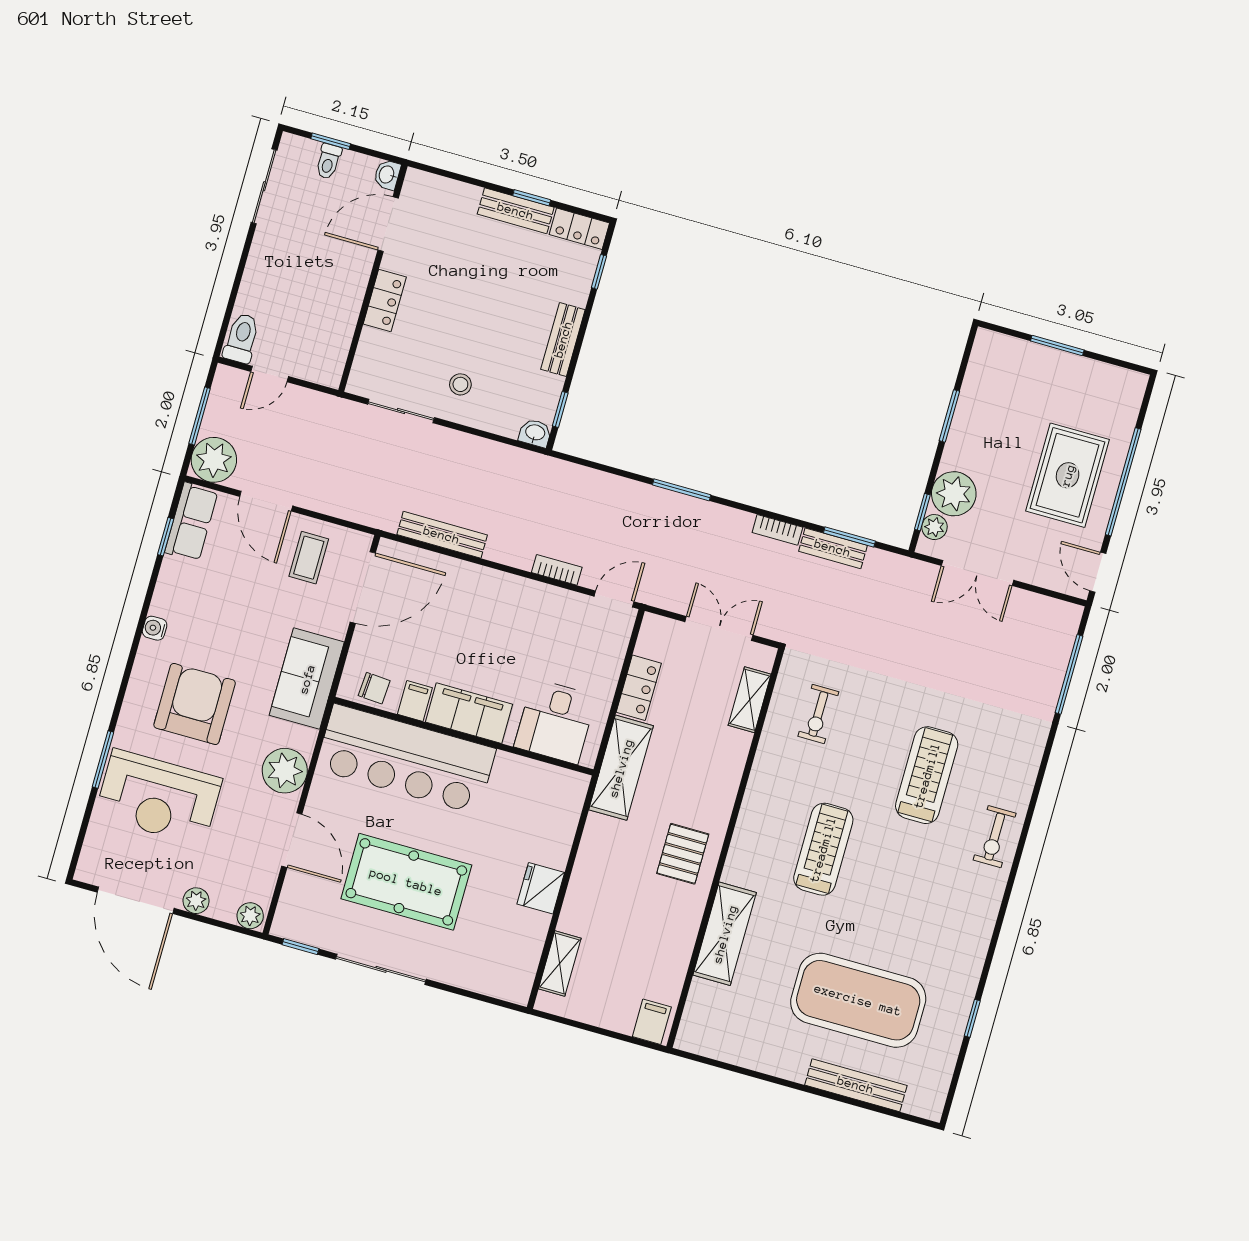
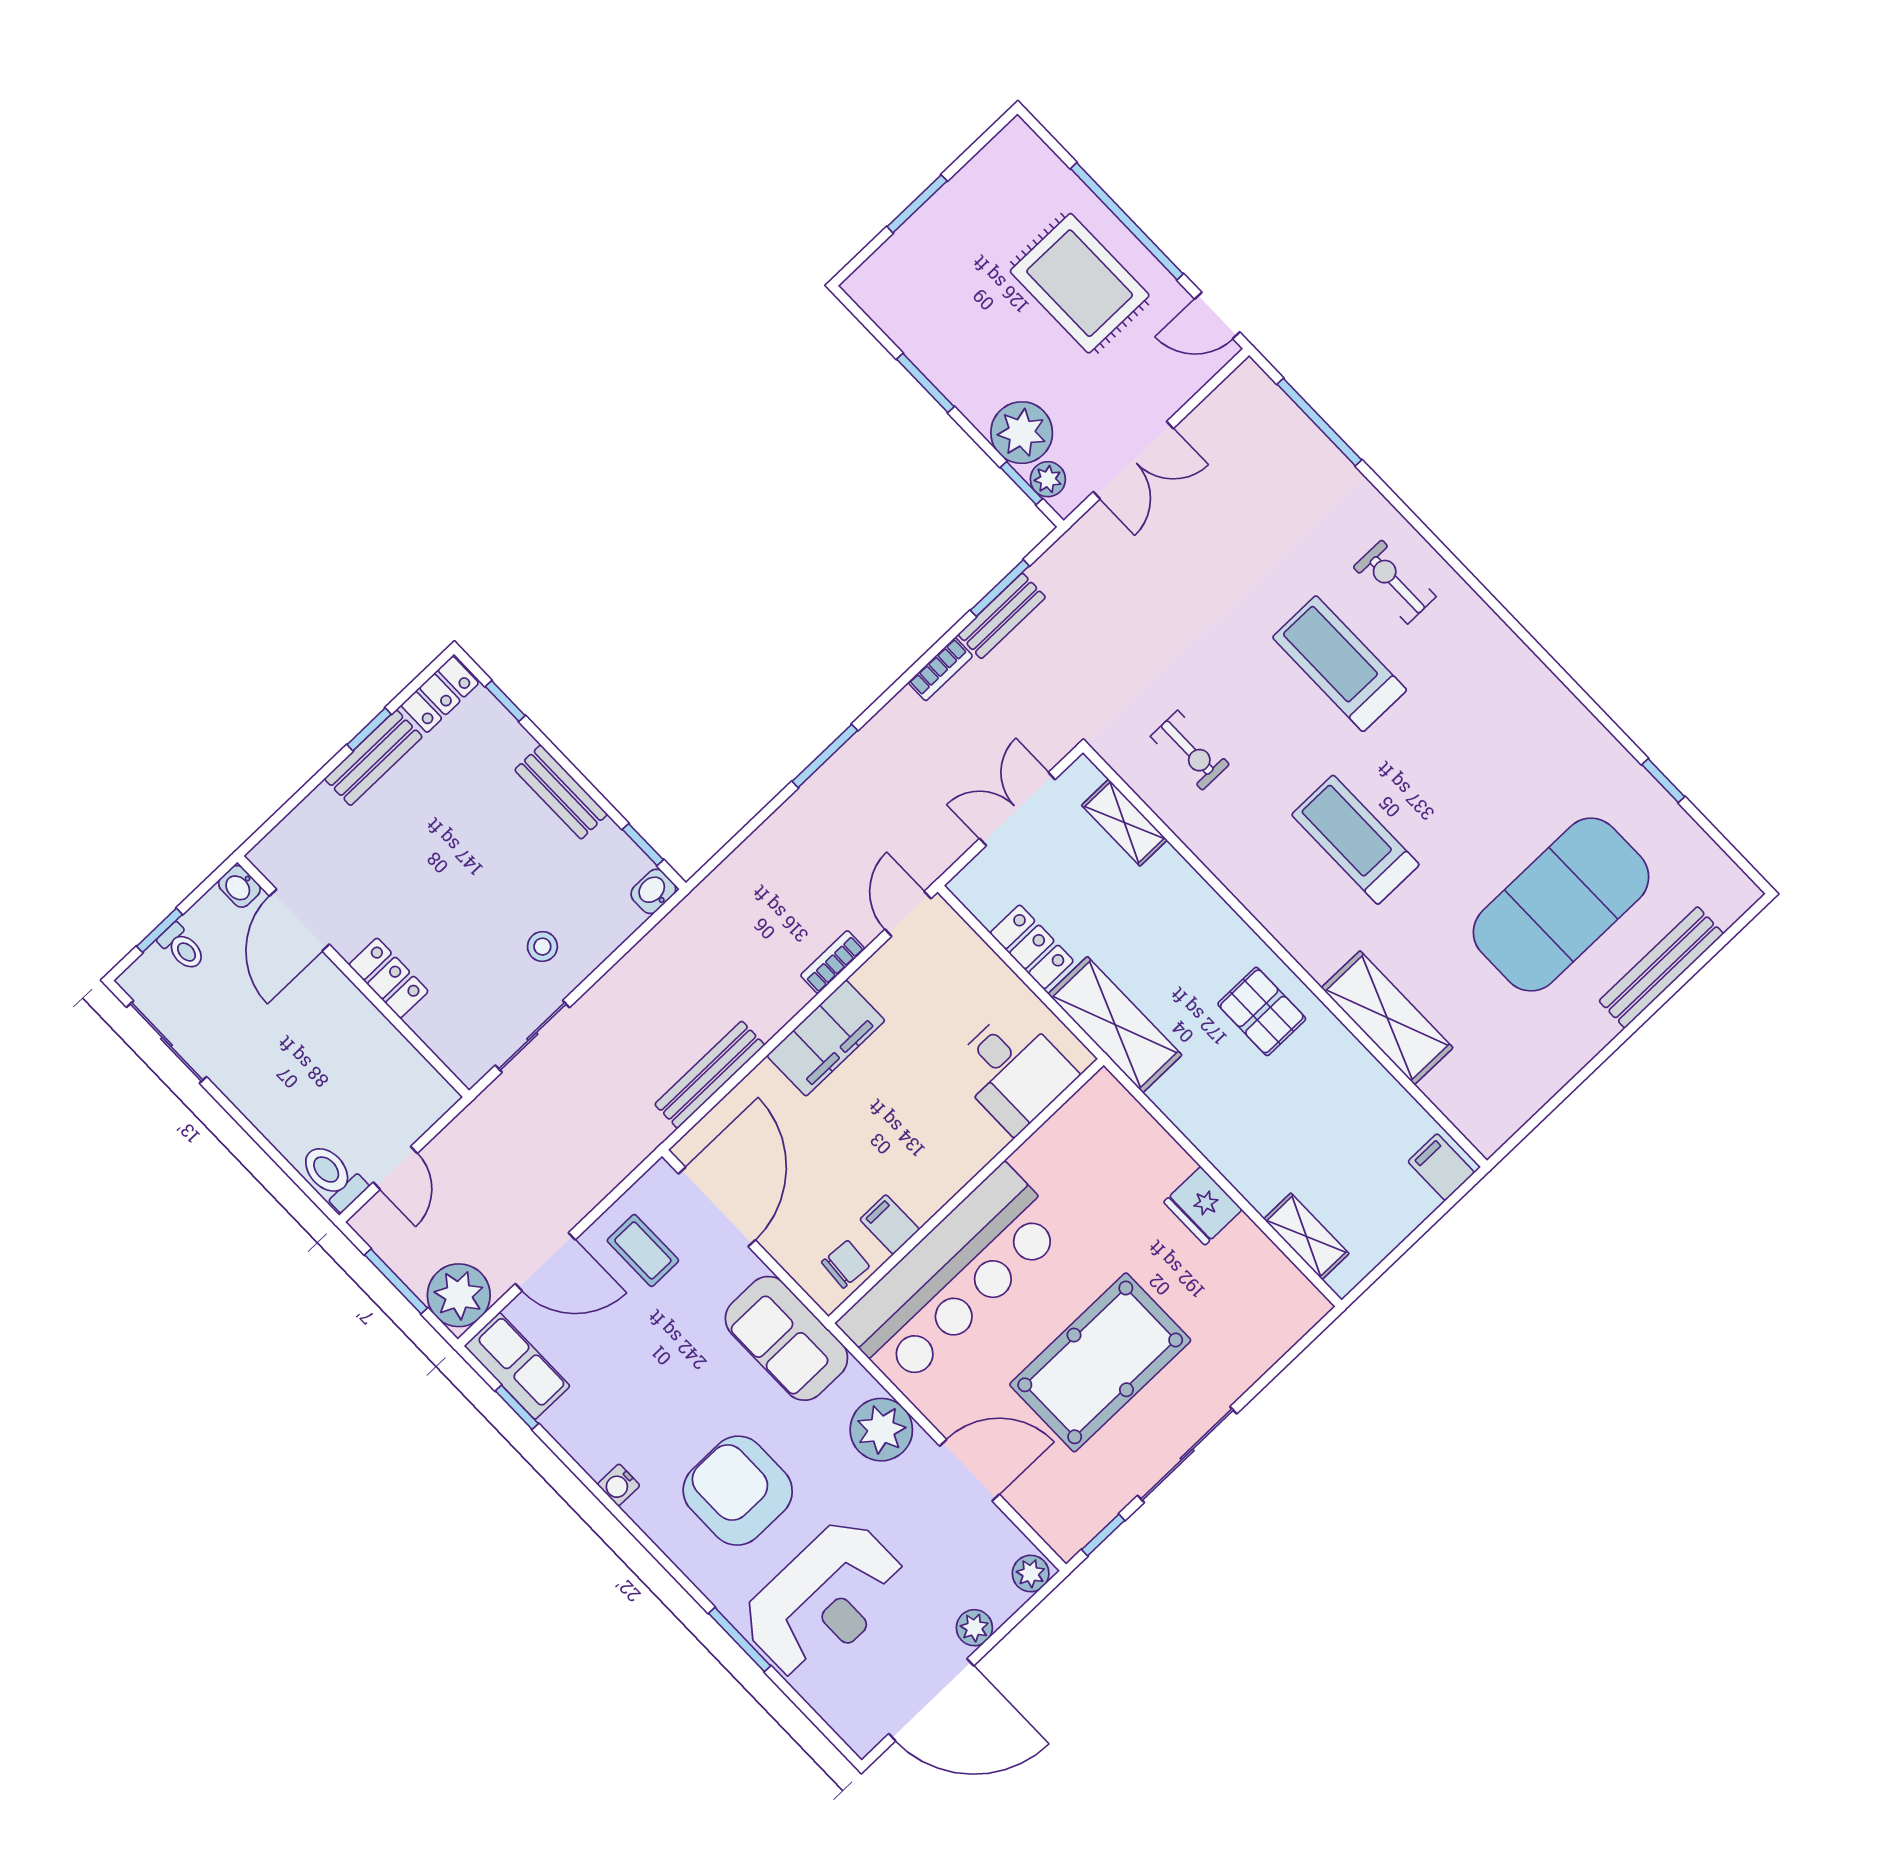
filing cabinet: (469, 713) -> (826, 1038), moved, turned 180
exercise bike: (995, 837) -> (1395, 582), moved, turned 180

